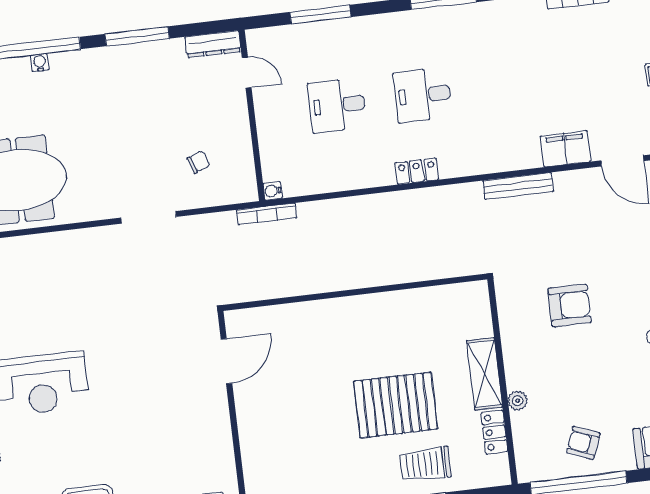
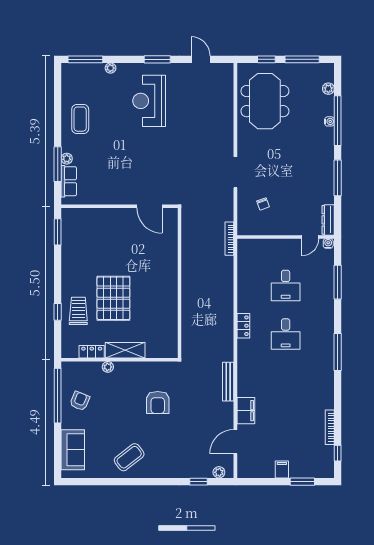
desk: (423, 95) -> (286, 334), turned 180
desk: (337, 105) -> (286, 285), turned 180
water cooler: (273, 191) -> (328, 243), moved

